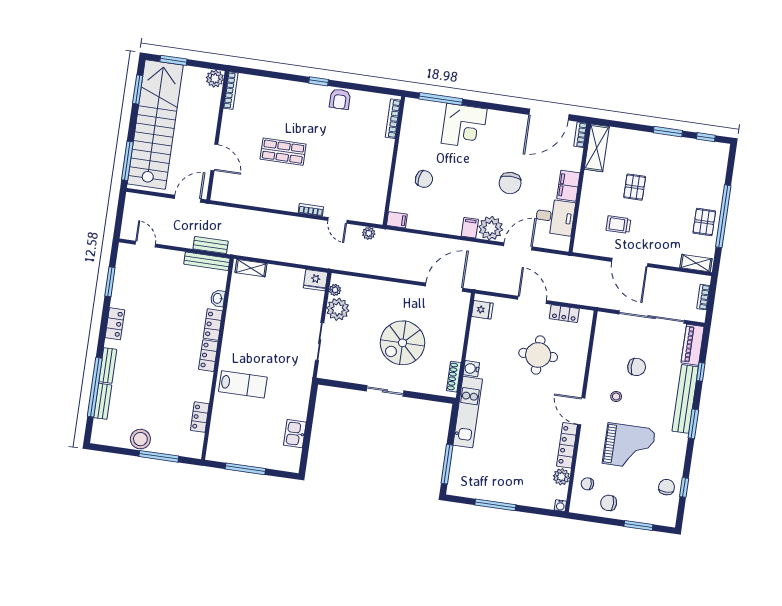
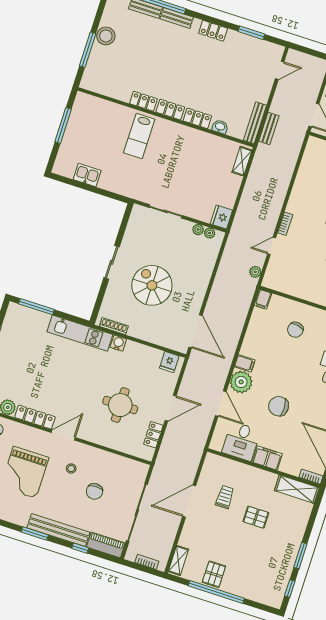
pallet: (704, 222) -> (214, 574), turned 90
plant: (338, 309) -> (198, 229), width x0.53, depth x0.53
locker: (200, 417) -> (143, 101), moved

